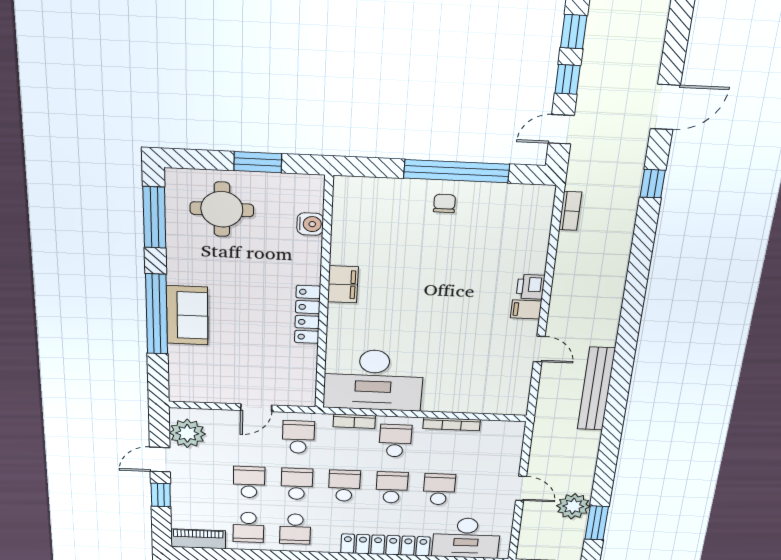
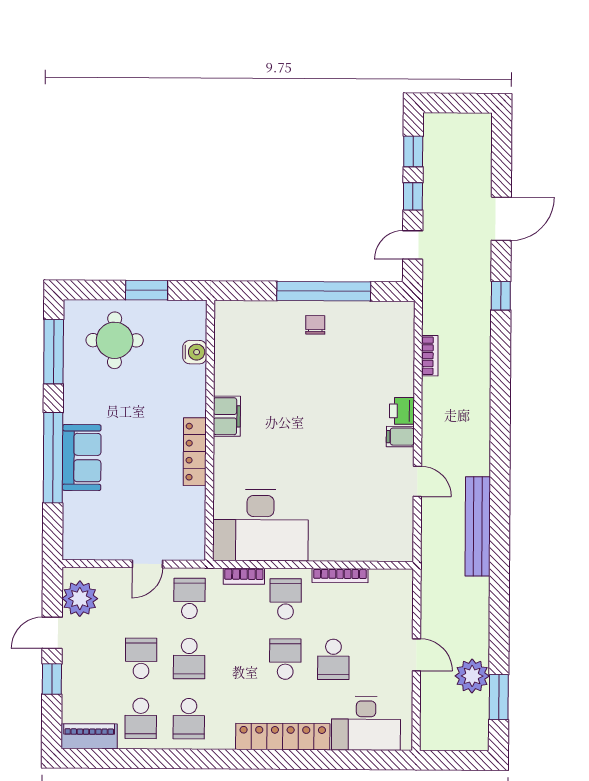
bookcase: (570, 211) -> (430, 356), moved
school desk: (297, 484) -> (189, 659), turned 180
school desk: (344, 486) -> (237, 659), removed
school desk: (439, 489) -> (333, 659), turned 180

